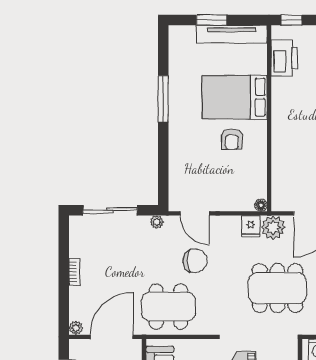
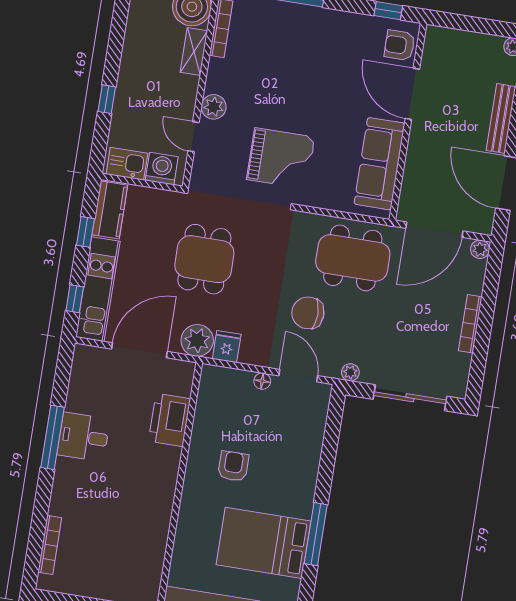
printer: (284, 58) -> (169, 420), moved
bed: (235, 97) -> (263, 543), moved, turned 180
floor lamp: (261, 205) -> (262, 381), moved
bookcase: (74, 272) -> (470, 324), width x1.56
dining table: (277, 288) -> (204, 259), width x0.73

